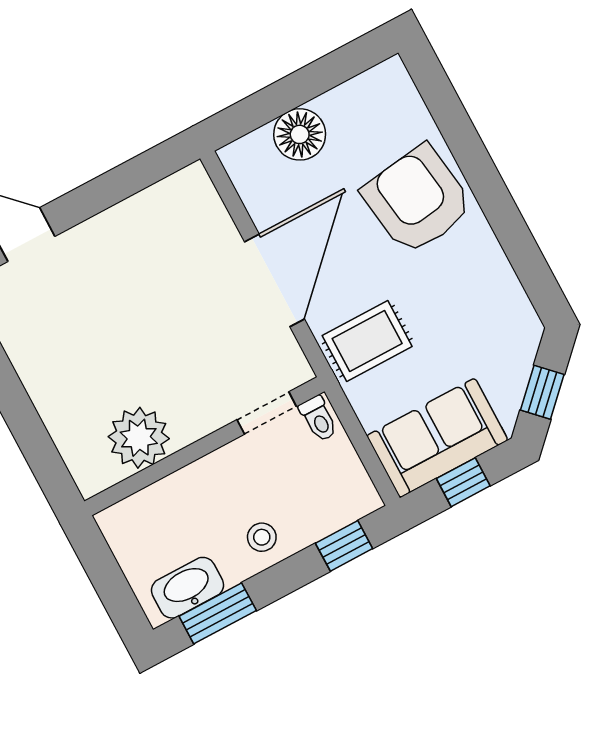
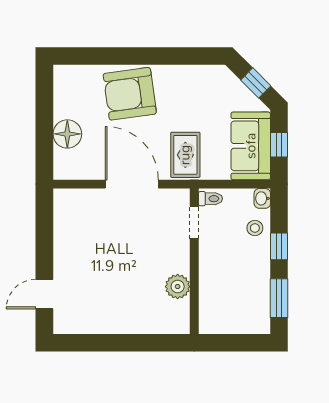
plant: (139, 438) -> (178, 287), width x0.73, depth x0.73
stool: (262, 537) -> (255, 228), moved
window: (344, 546) -> (279, 246), moved
washbasin: (188, 588) -> (262, 198), moved, width x0.52, depth x0.69

